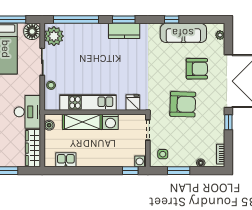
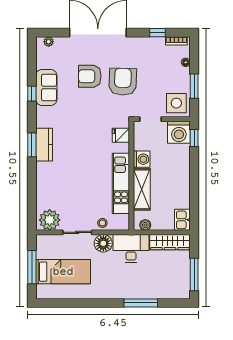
window: (76, 19) -> (32, 196), removed
floor lamp: (32, 31) -> (103, 243), moved
sofa: (183, 33) -> (46, 87), width x0.73
armchair: (197, 69) -> (90, 76), moved, turned -90
window: (228, 122) -> (158, 33), moved
side table: (163, 154) -> (176, 103), width x1.87, depth x1.87
kitchen sink: (66, 160) -> (182, 220), moved
washing machine: (141, 161) -> (179, 132), width x1.89, depth x1.89

